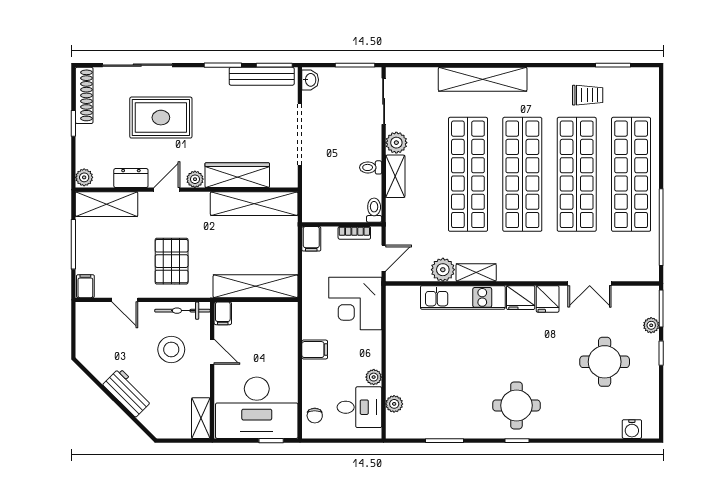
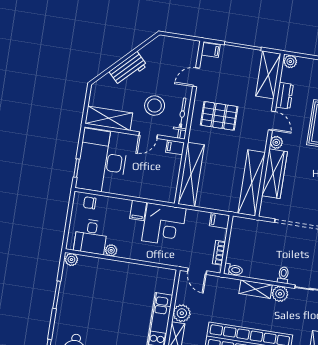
toilet: (371, 167) -> (283, 275), moved
corner desk: (355, 303) -> (164, 225), moved, turned 180
plant: (394, 404) -> (71, 260), moved
shelving: (201, 418) -> (109, 118), width x1.50, depth x1.33

